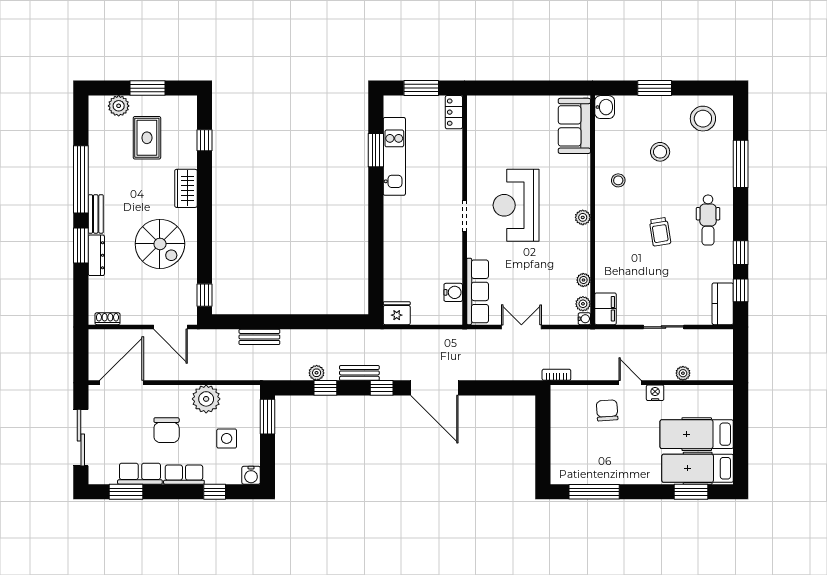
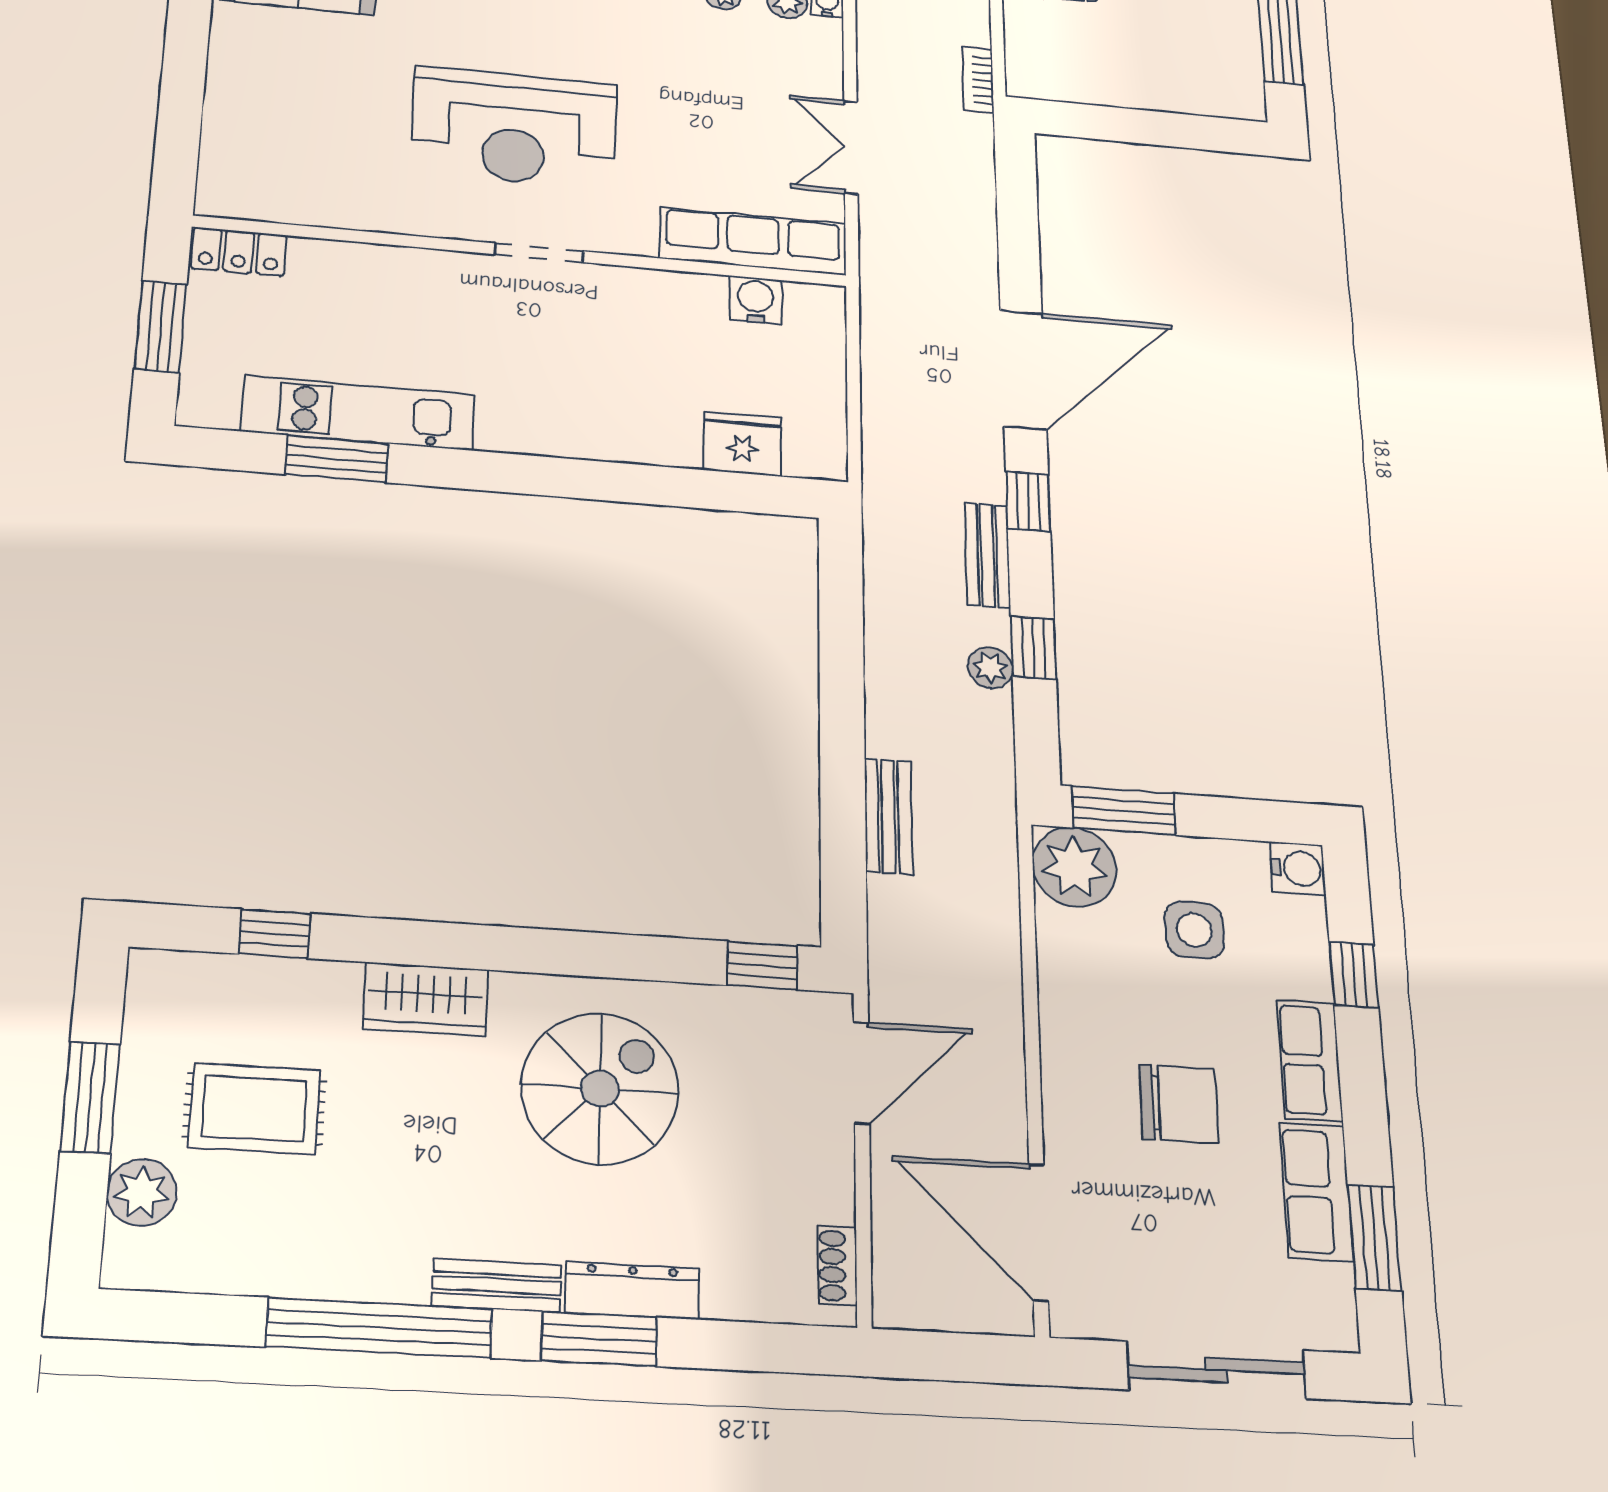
fridge: (397, 313) -> (742, 444), moved, turned 90
plant: (206, 399) -> (1074, 867), moved

